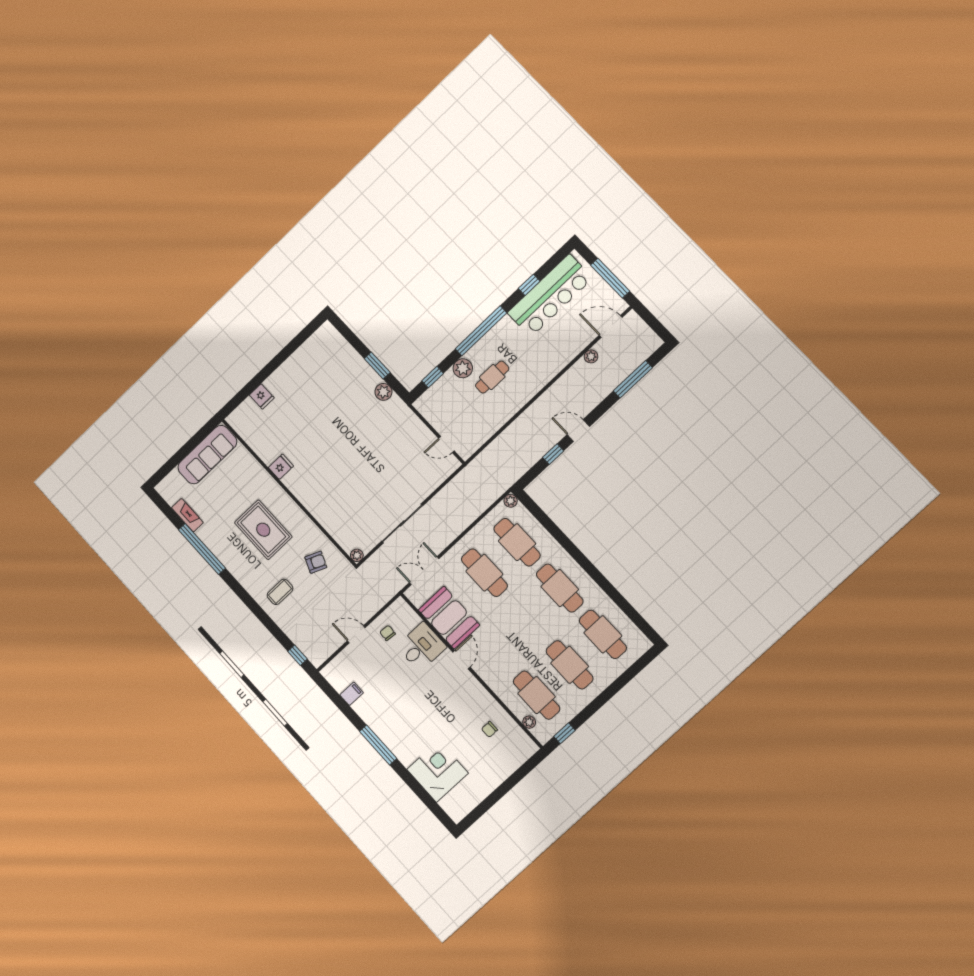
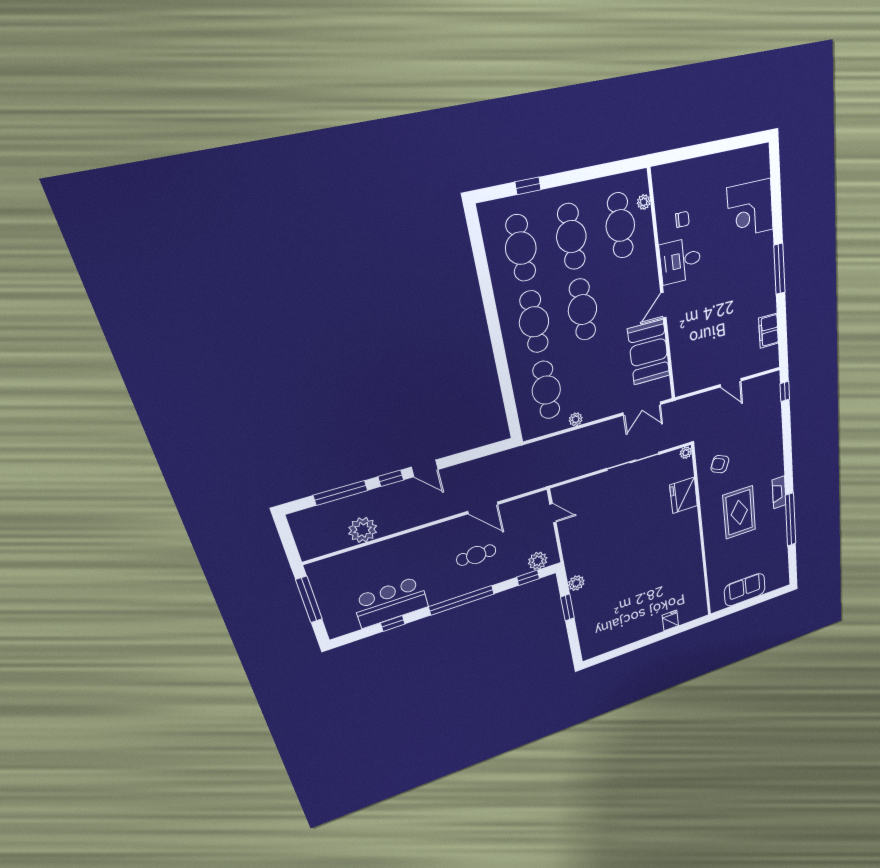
bar counter: (550, 296) -> (391, 602), width x0.73
door: (611, 326) -> (483, 508), moved
plant: (591, 356) -> (363, 530), width x1.88, depth x1.88
plant: (463, 368) -> (538, 561), moved
window: (553, 454) -> (391, 478), moved
sofa: (207, 455) -> (745, 590), width x0.73
fridge: (281, 467) -> (684, 495), moved, width x1.88, depth x1.34
plant: (511, 501) -> (576, 419), moved
fireplace: (187, 515) -> (779, 492), moved
cafe table: (484, 573) -> (583, 310), moved
coffee table: (280, 592) -> (762, 454), removed
chair: (388, 633) -> (706, 369), removed
desk: (422, 647) -> (680, 261), moved
filing cabinet: (352, 694) -> (769, 331), width x2.00
window: (564, 733) -> (528, 186), moved

